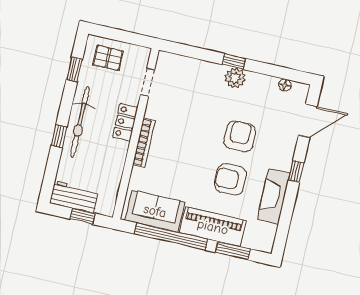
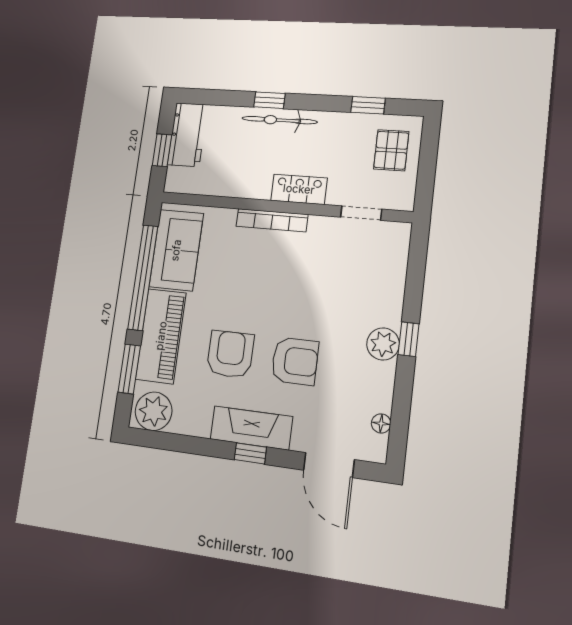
bicycle: (80, 122) -> (279, 120), width x0.73, depth x0.71
fireplace: (274, 196) -> (251, 428), moved
plant: (263, 235) -> (154, 411), added

